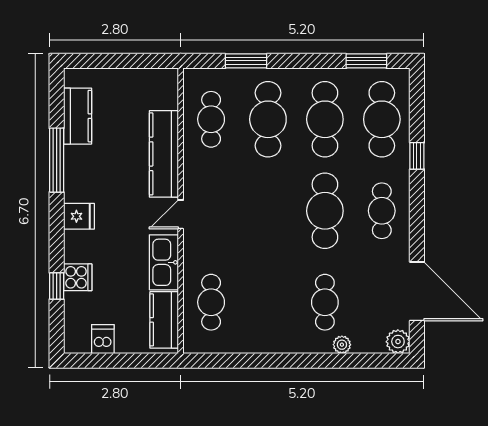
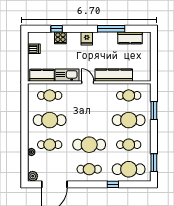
cafe table: (325, 119) -> (129, 145), width x0.73, depth x0.74
cafe table: (268, 302) -> (50, 120), added

